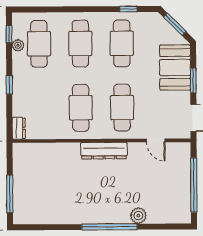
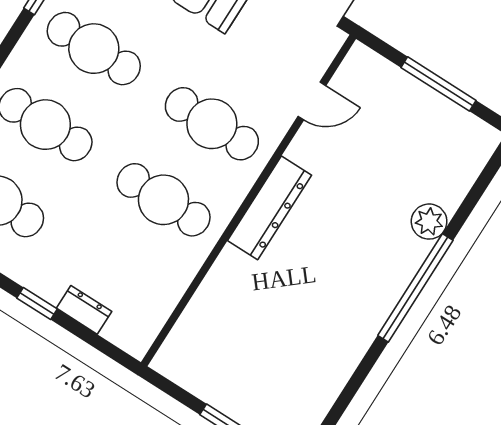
dresser: (19, 128) -> (84, 310), moved
window: (194, 185) -> (438, 84), width x0.68

